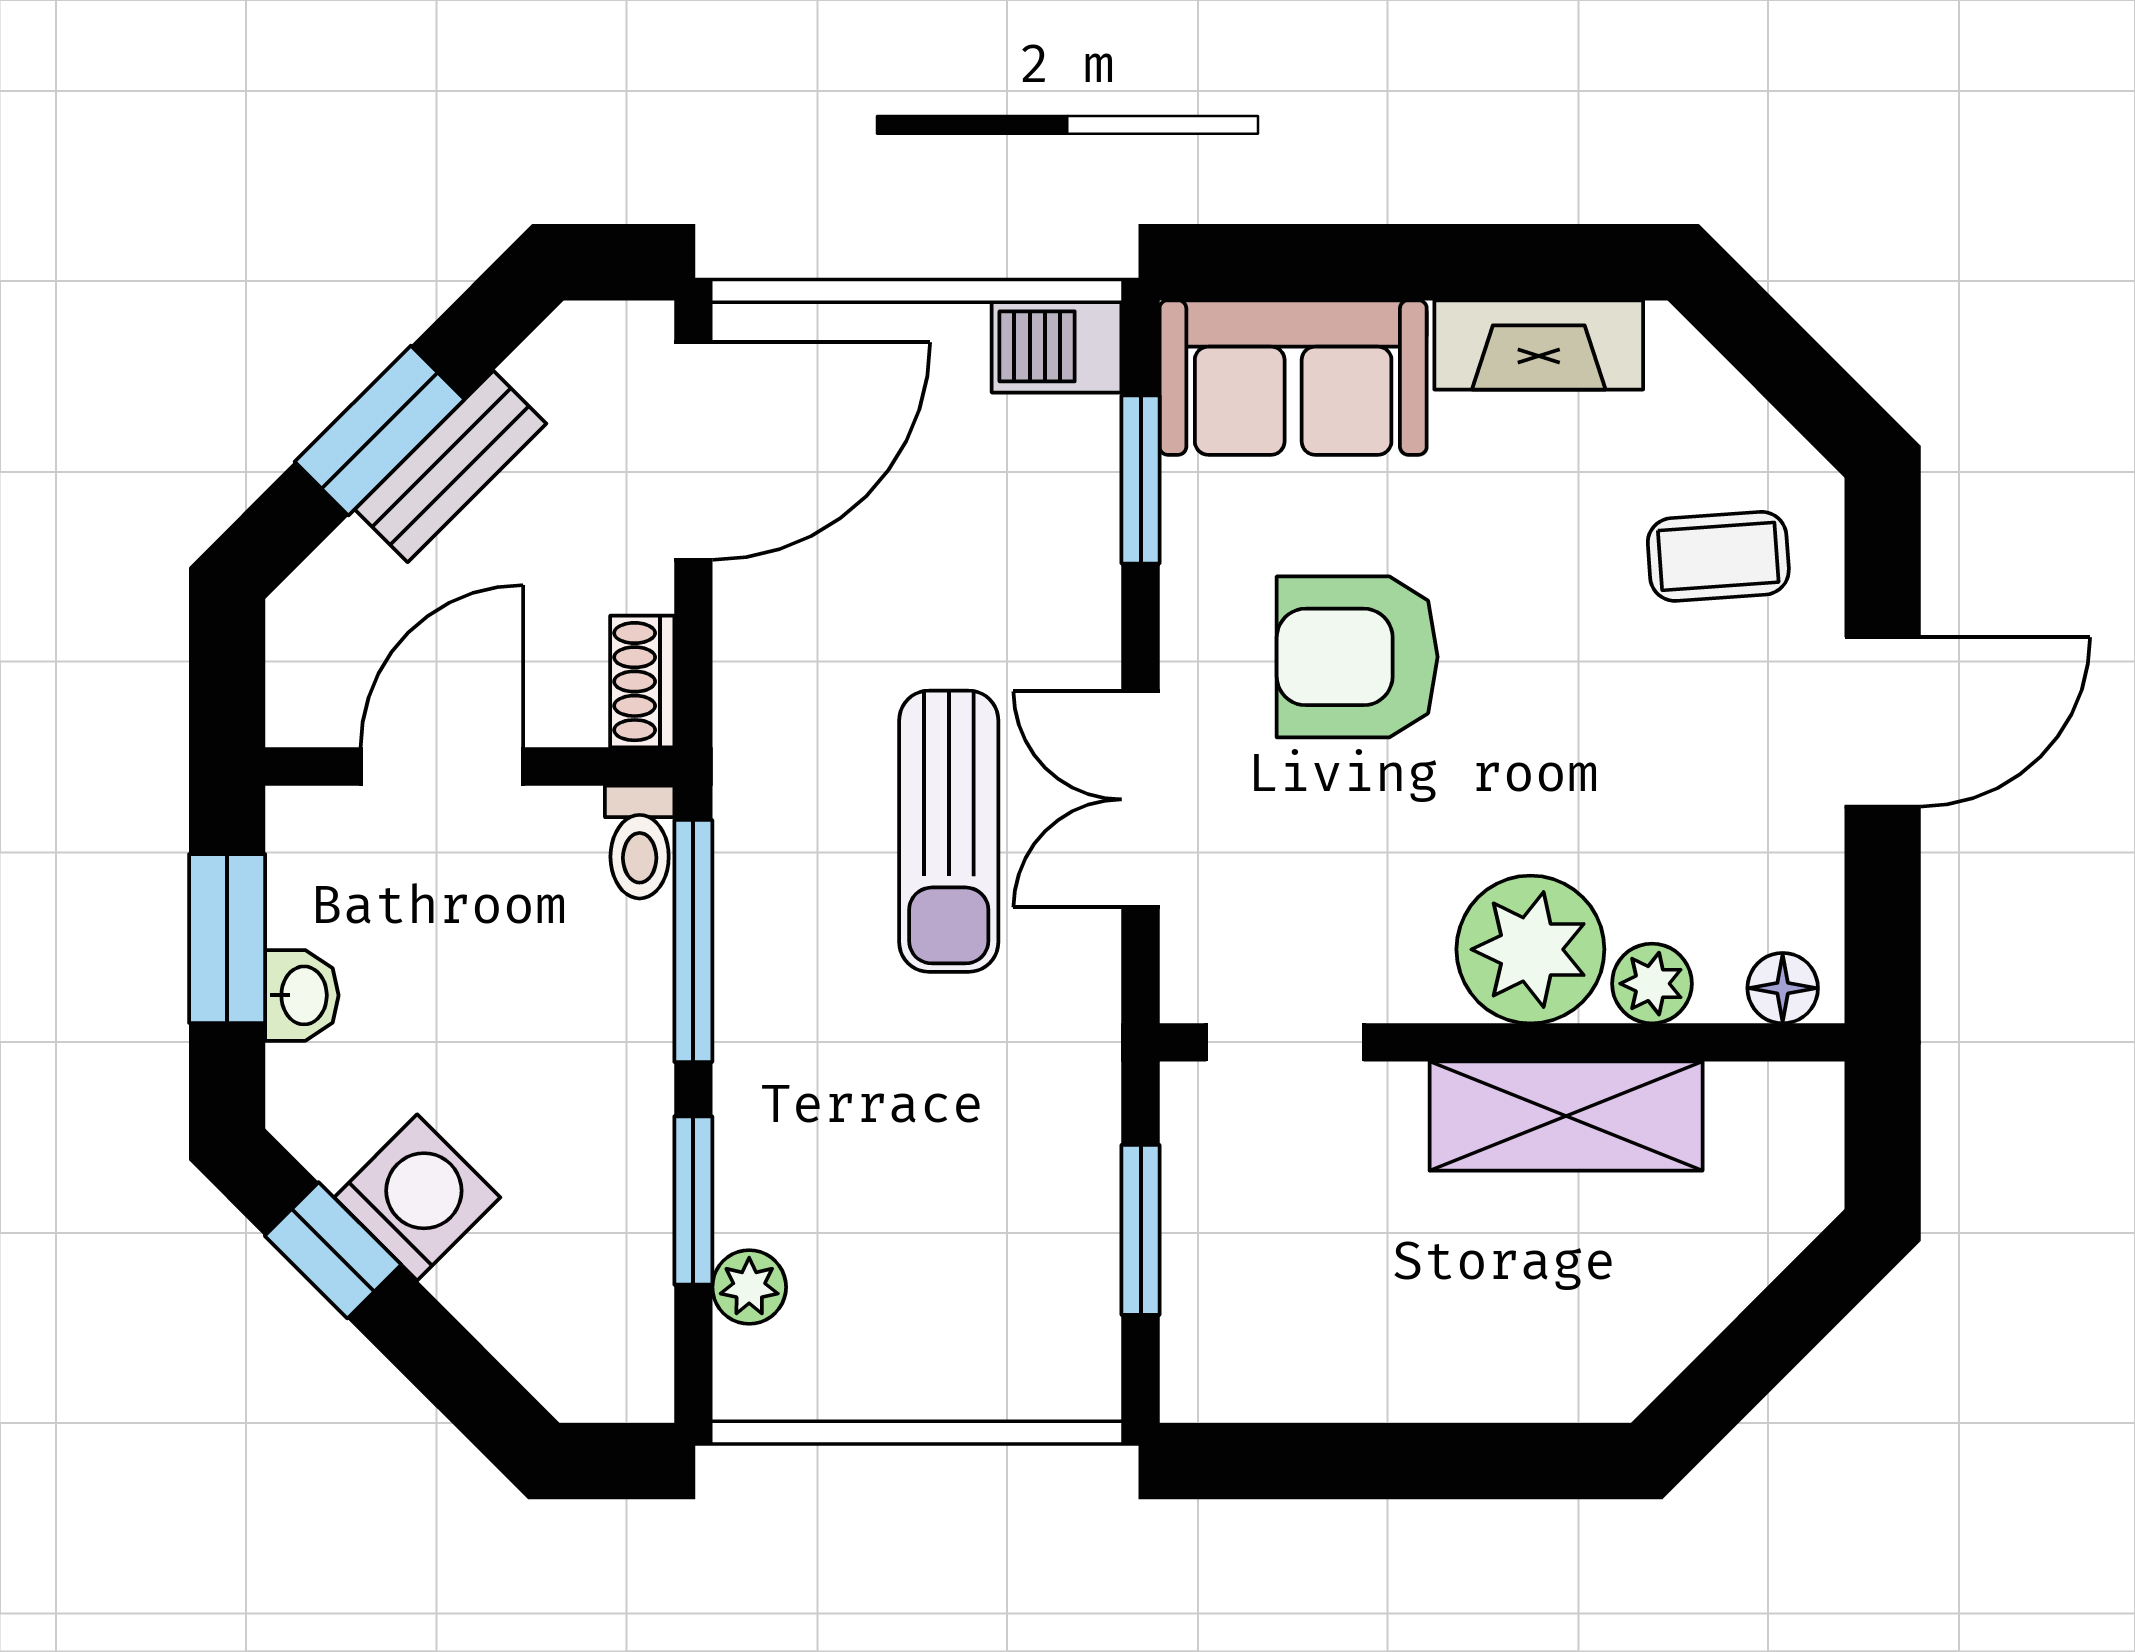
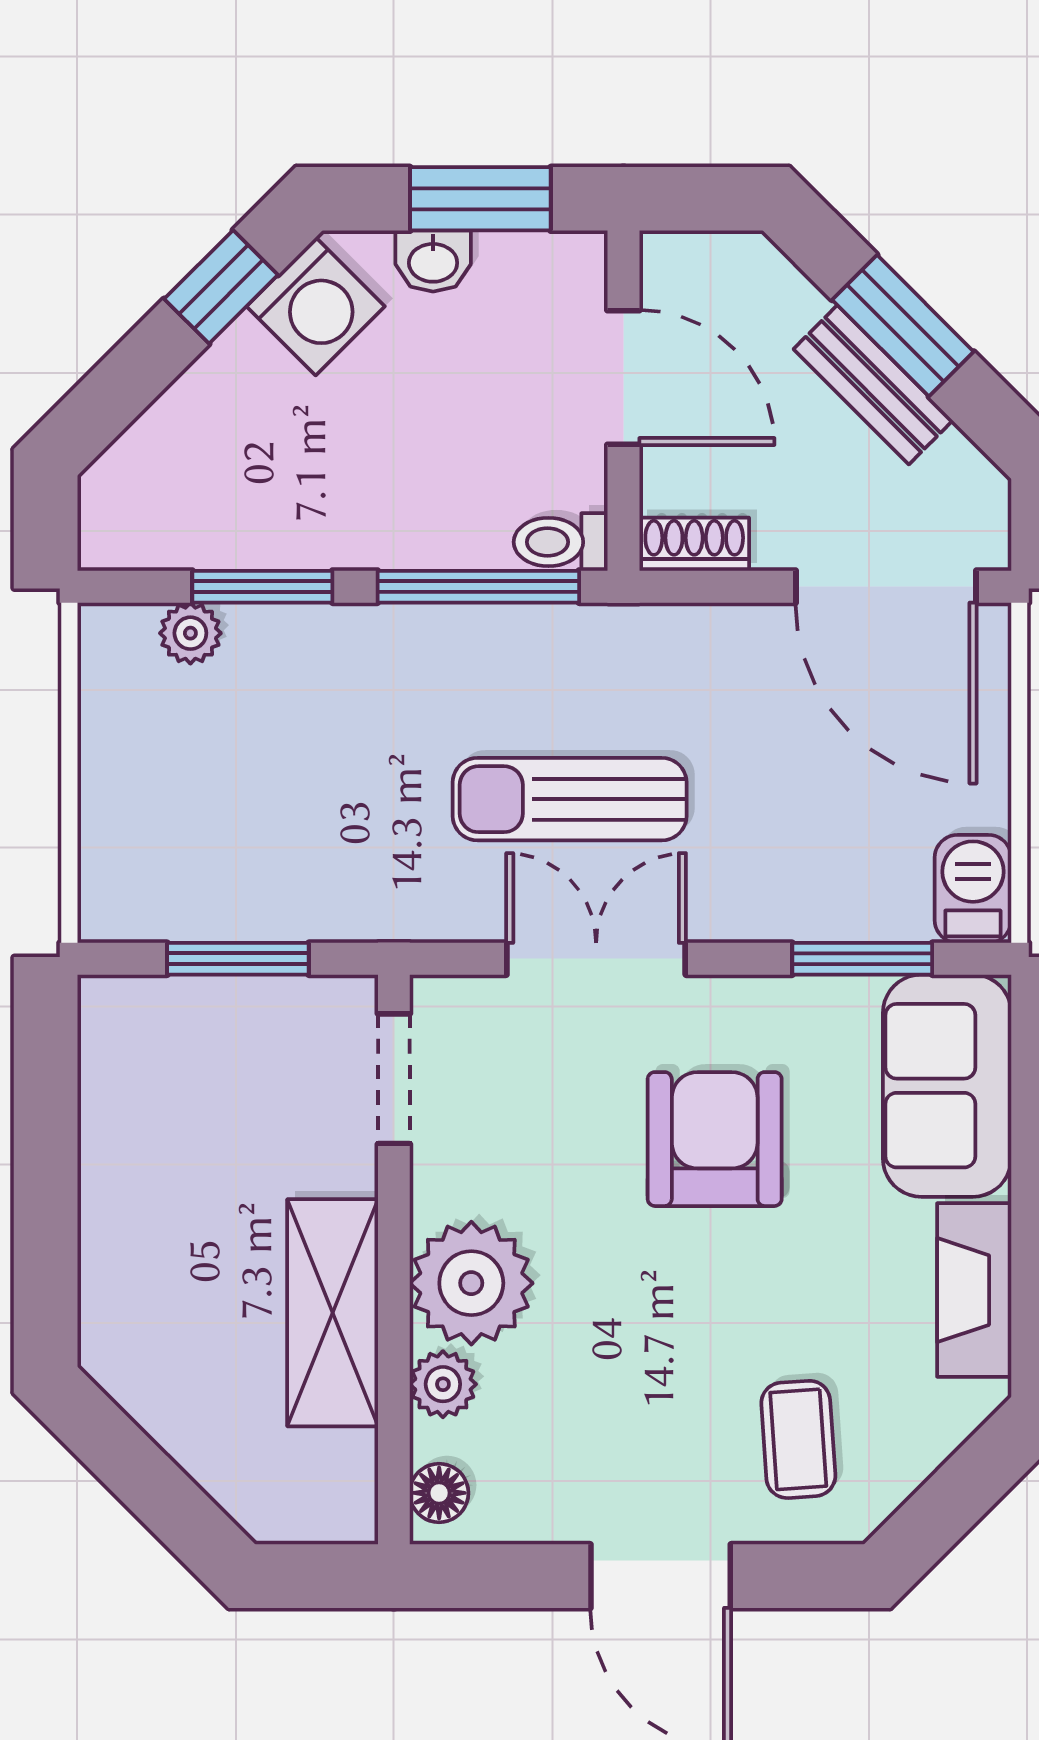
washing machine: (417, 1197) -> (316, 306), moved

